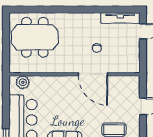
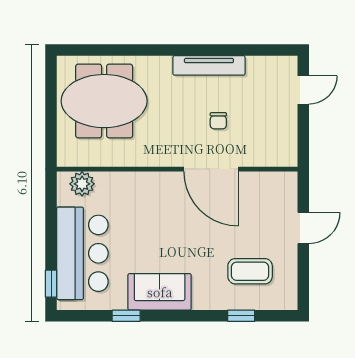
tv unit: (120, 18) -> (209, 65), moved

